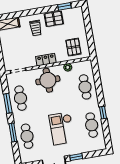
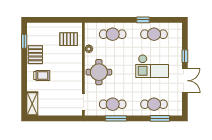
locker: (46, 60) -> (77, 70), removed
window: (13, 133) -> (160, 118), moved

